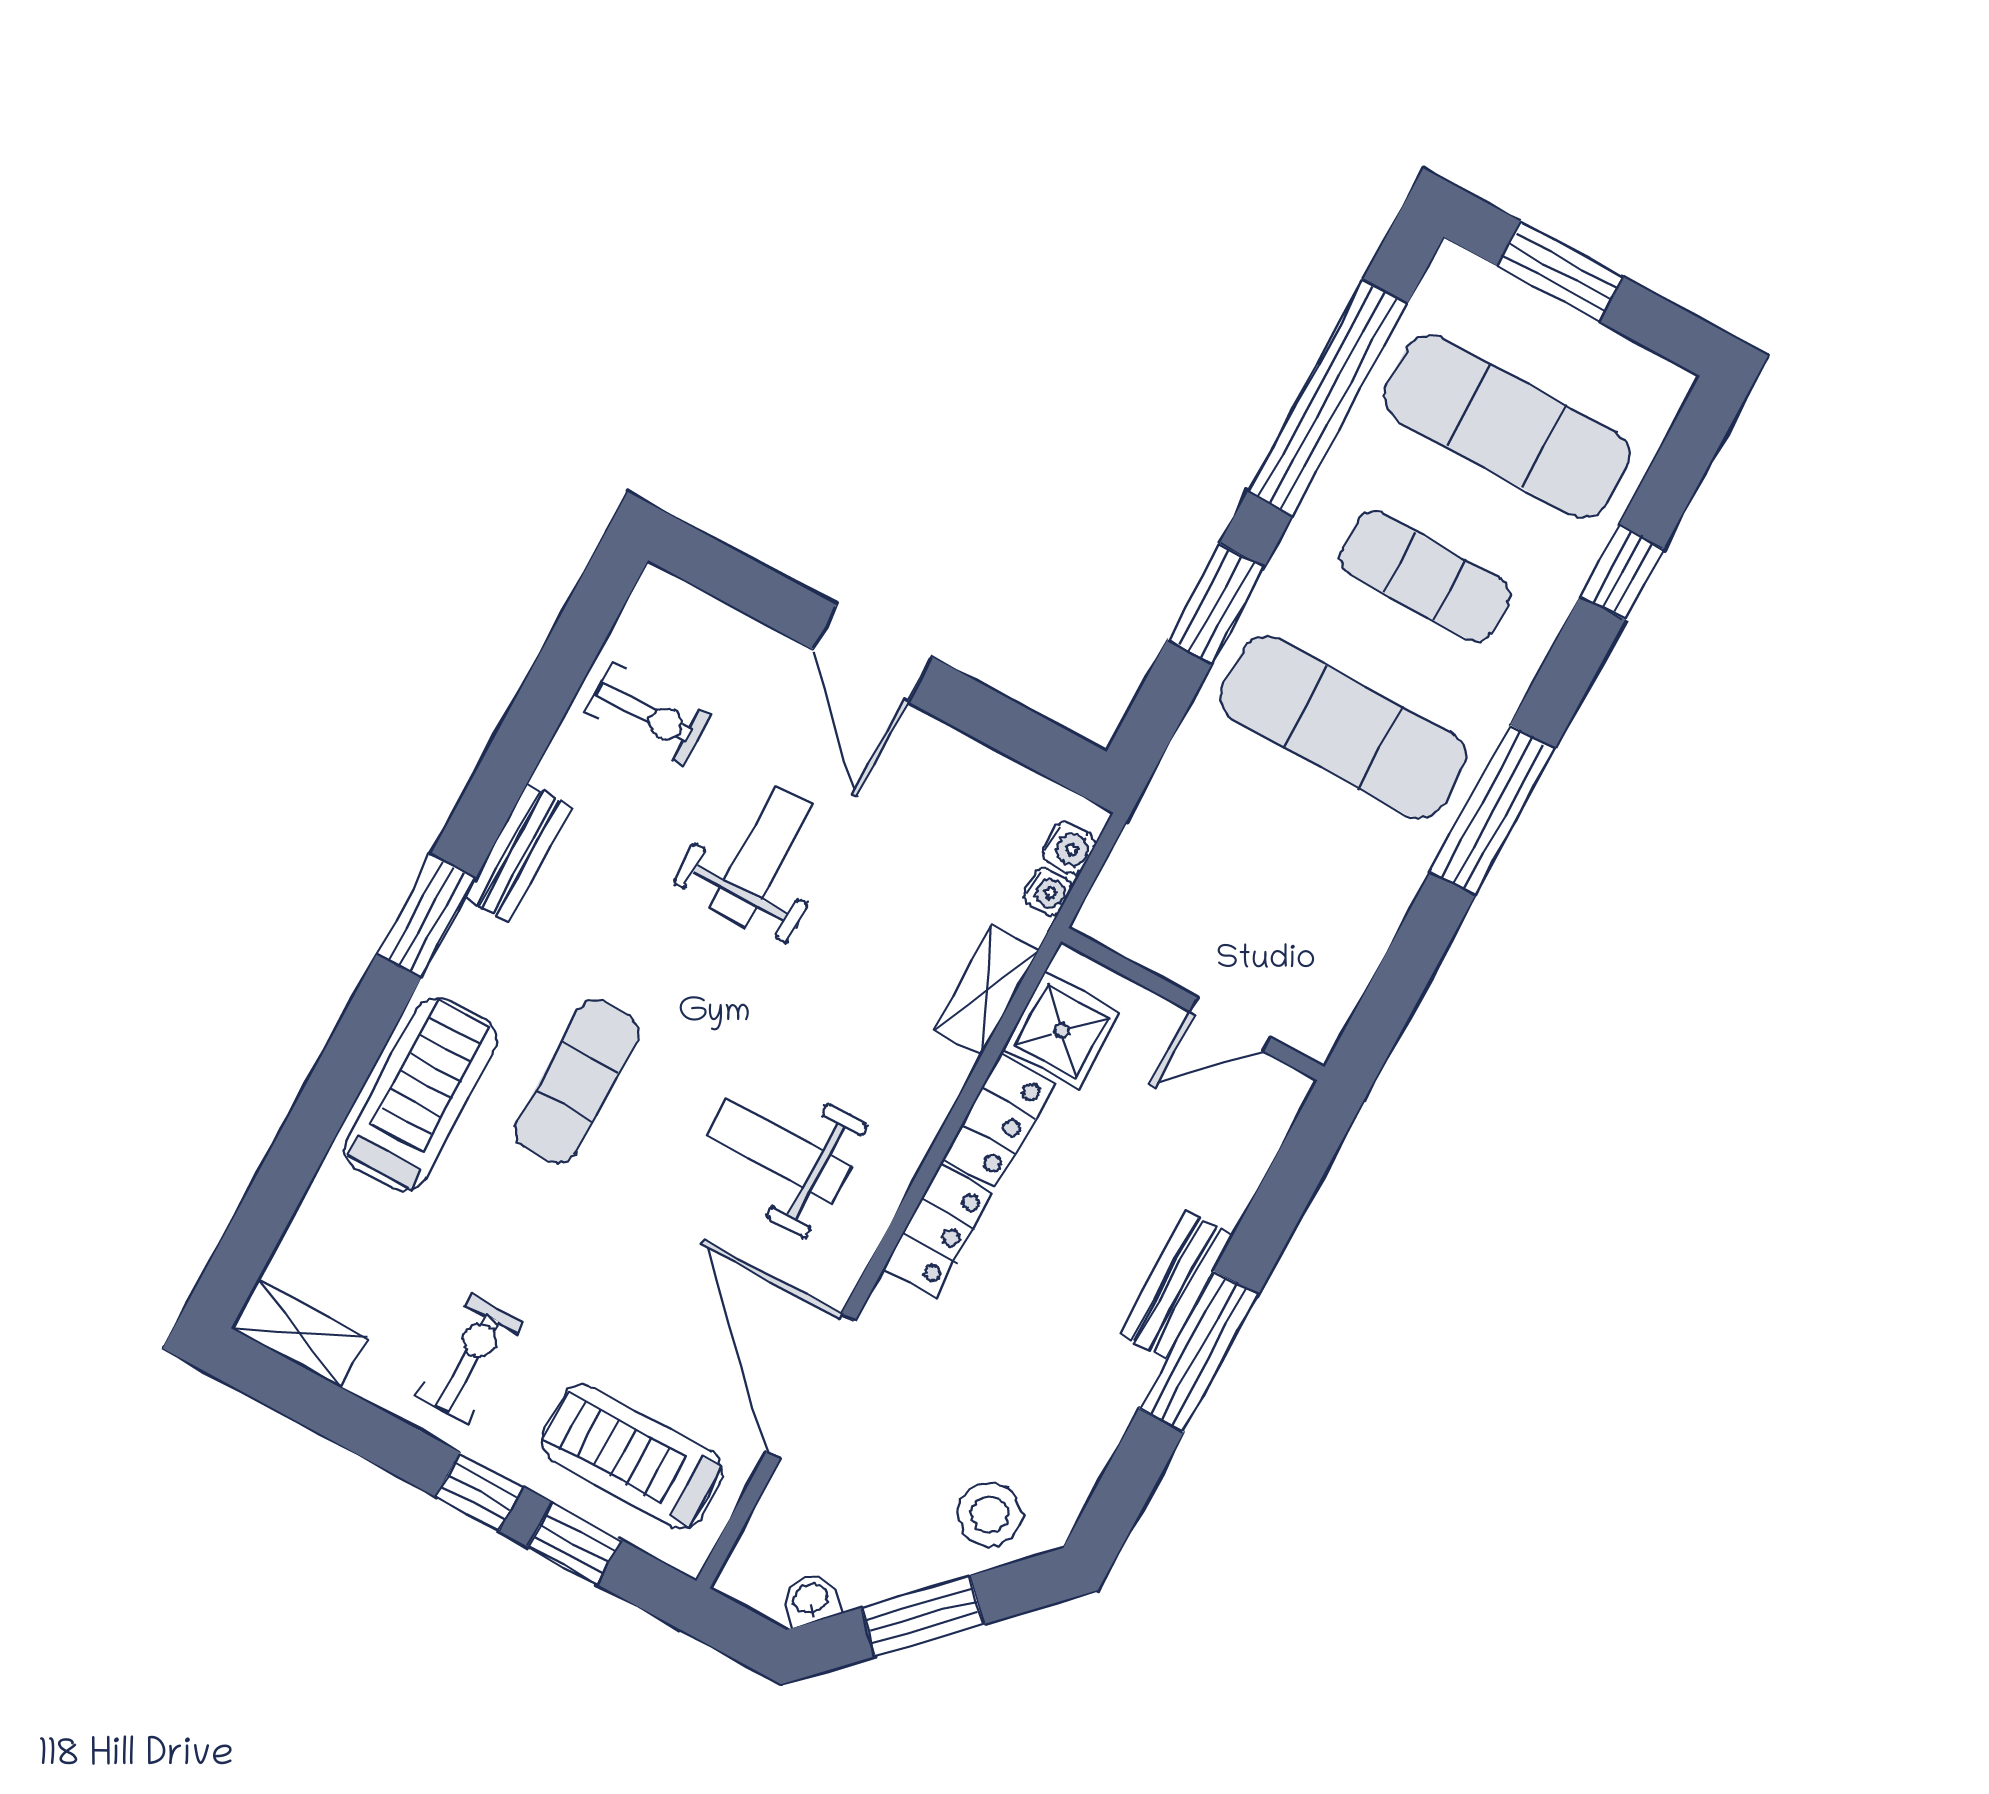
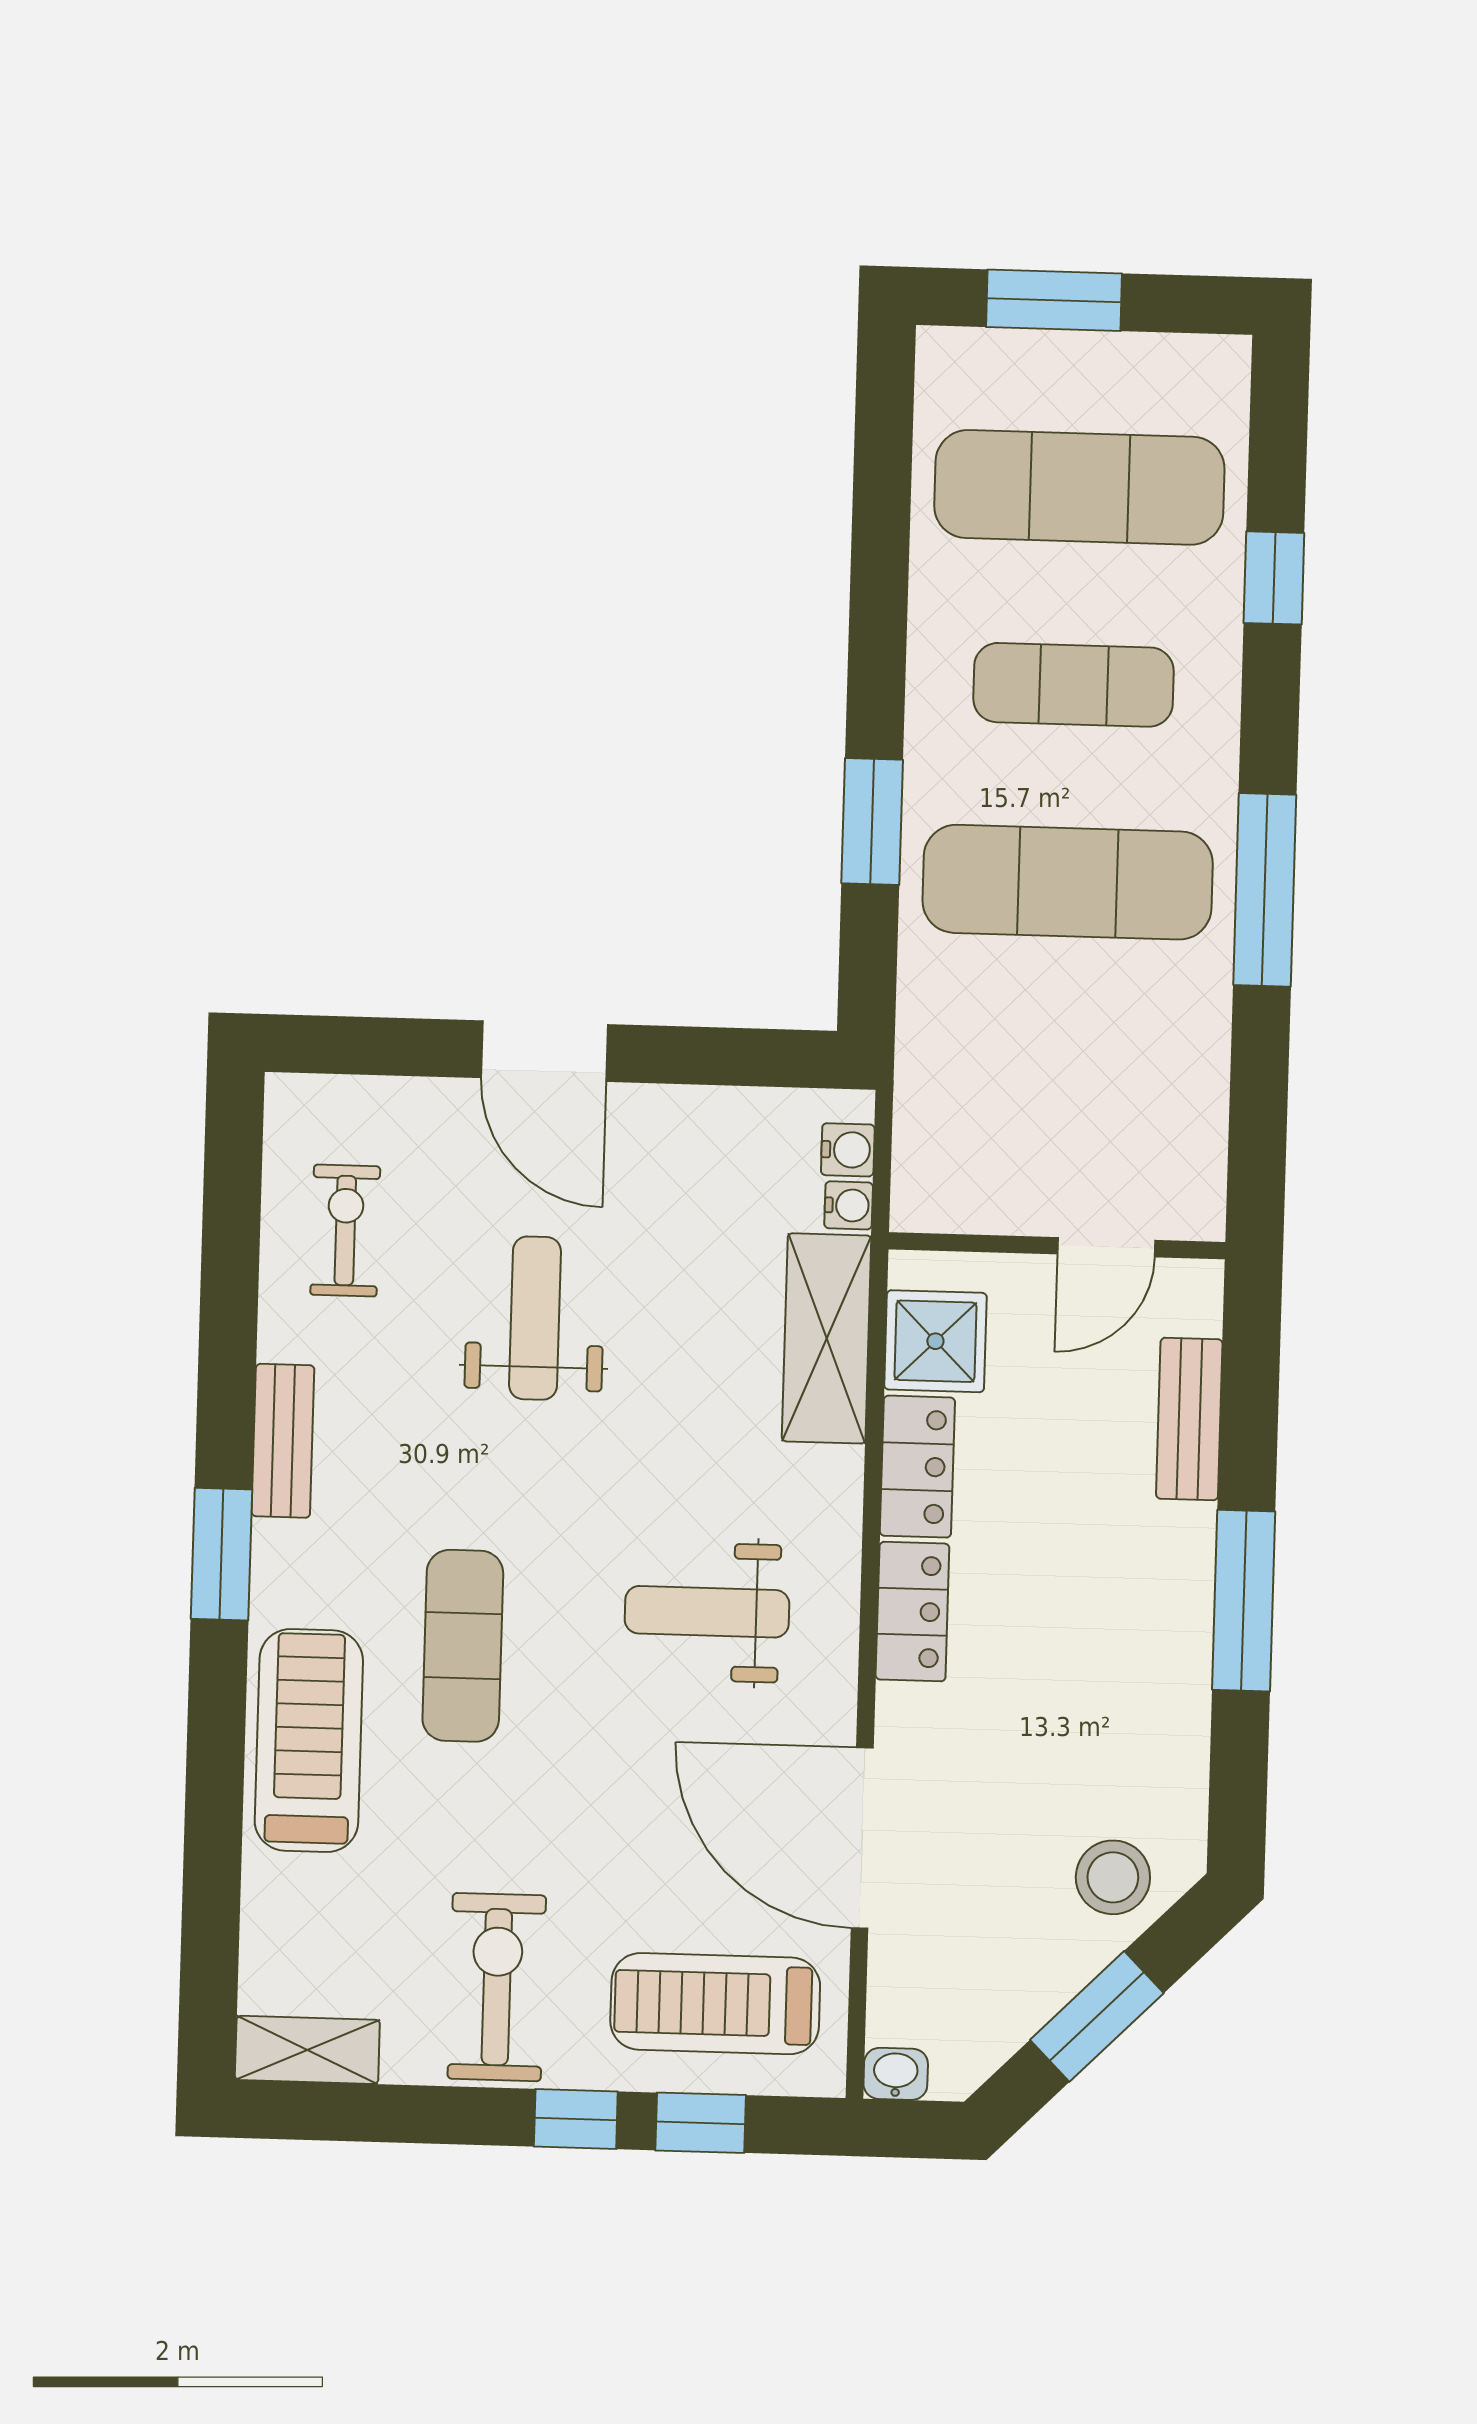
window: (1328, 397) -> (880, 551), removed
exercise bike: (648, 714) -> (345, 1230), turned -90
shelving: (986, 990) -> (827, 1338), width x1.50, depth x1.33
bench: (1176, 1285) -> (1189, 1419), moved
exercise bike: (470, 1359) -> (497, 1987), width x1.38, depth x1.39
washbasin: (811, 1600) -> (896, 2074), moved, turned 45

